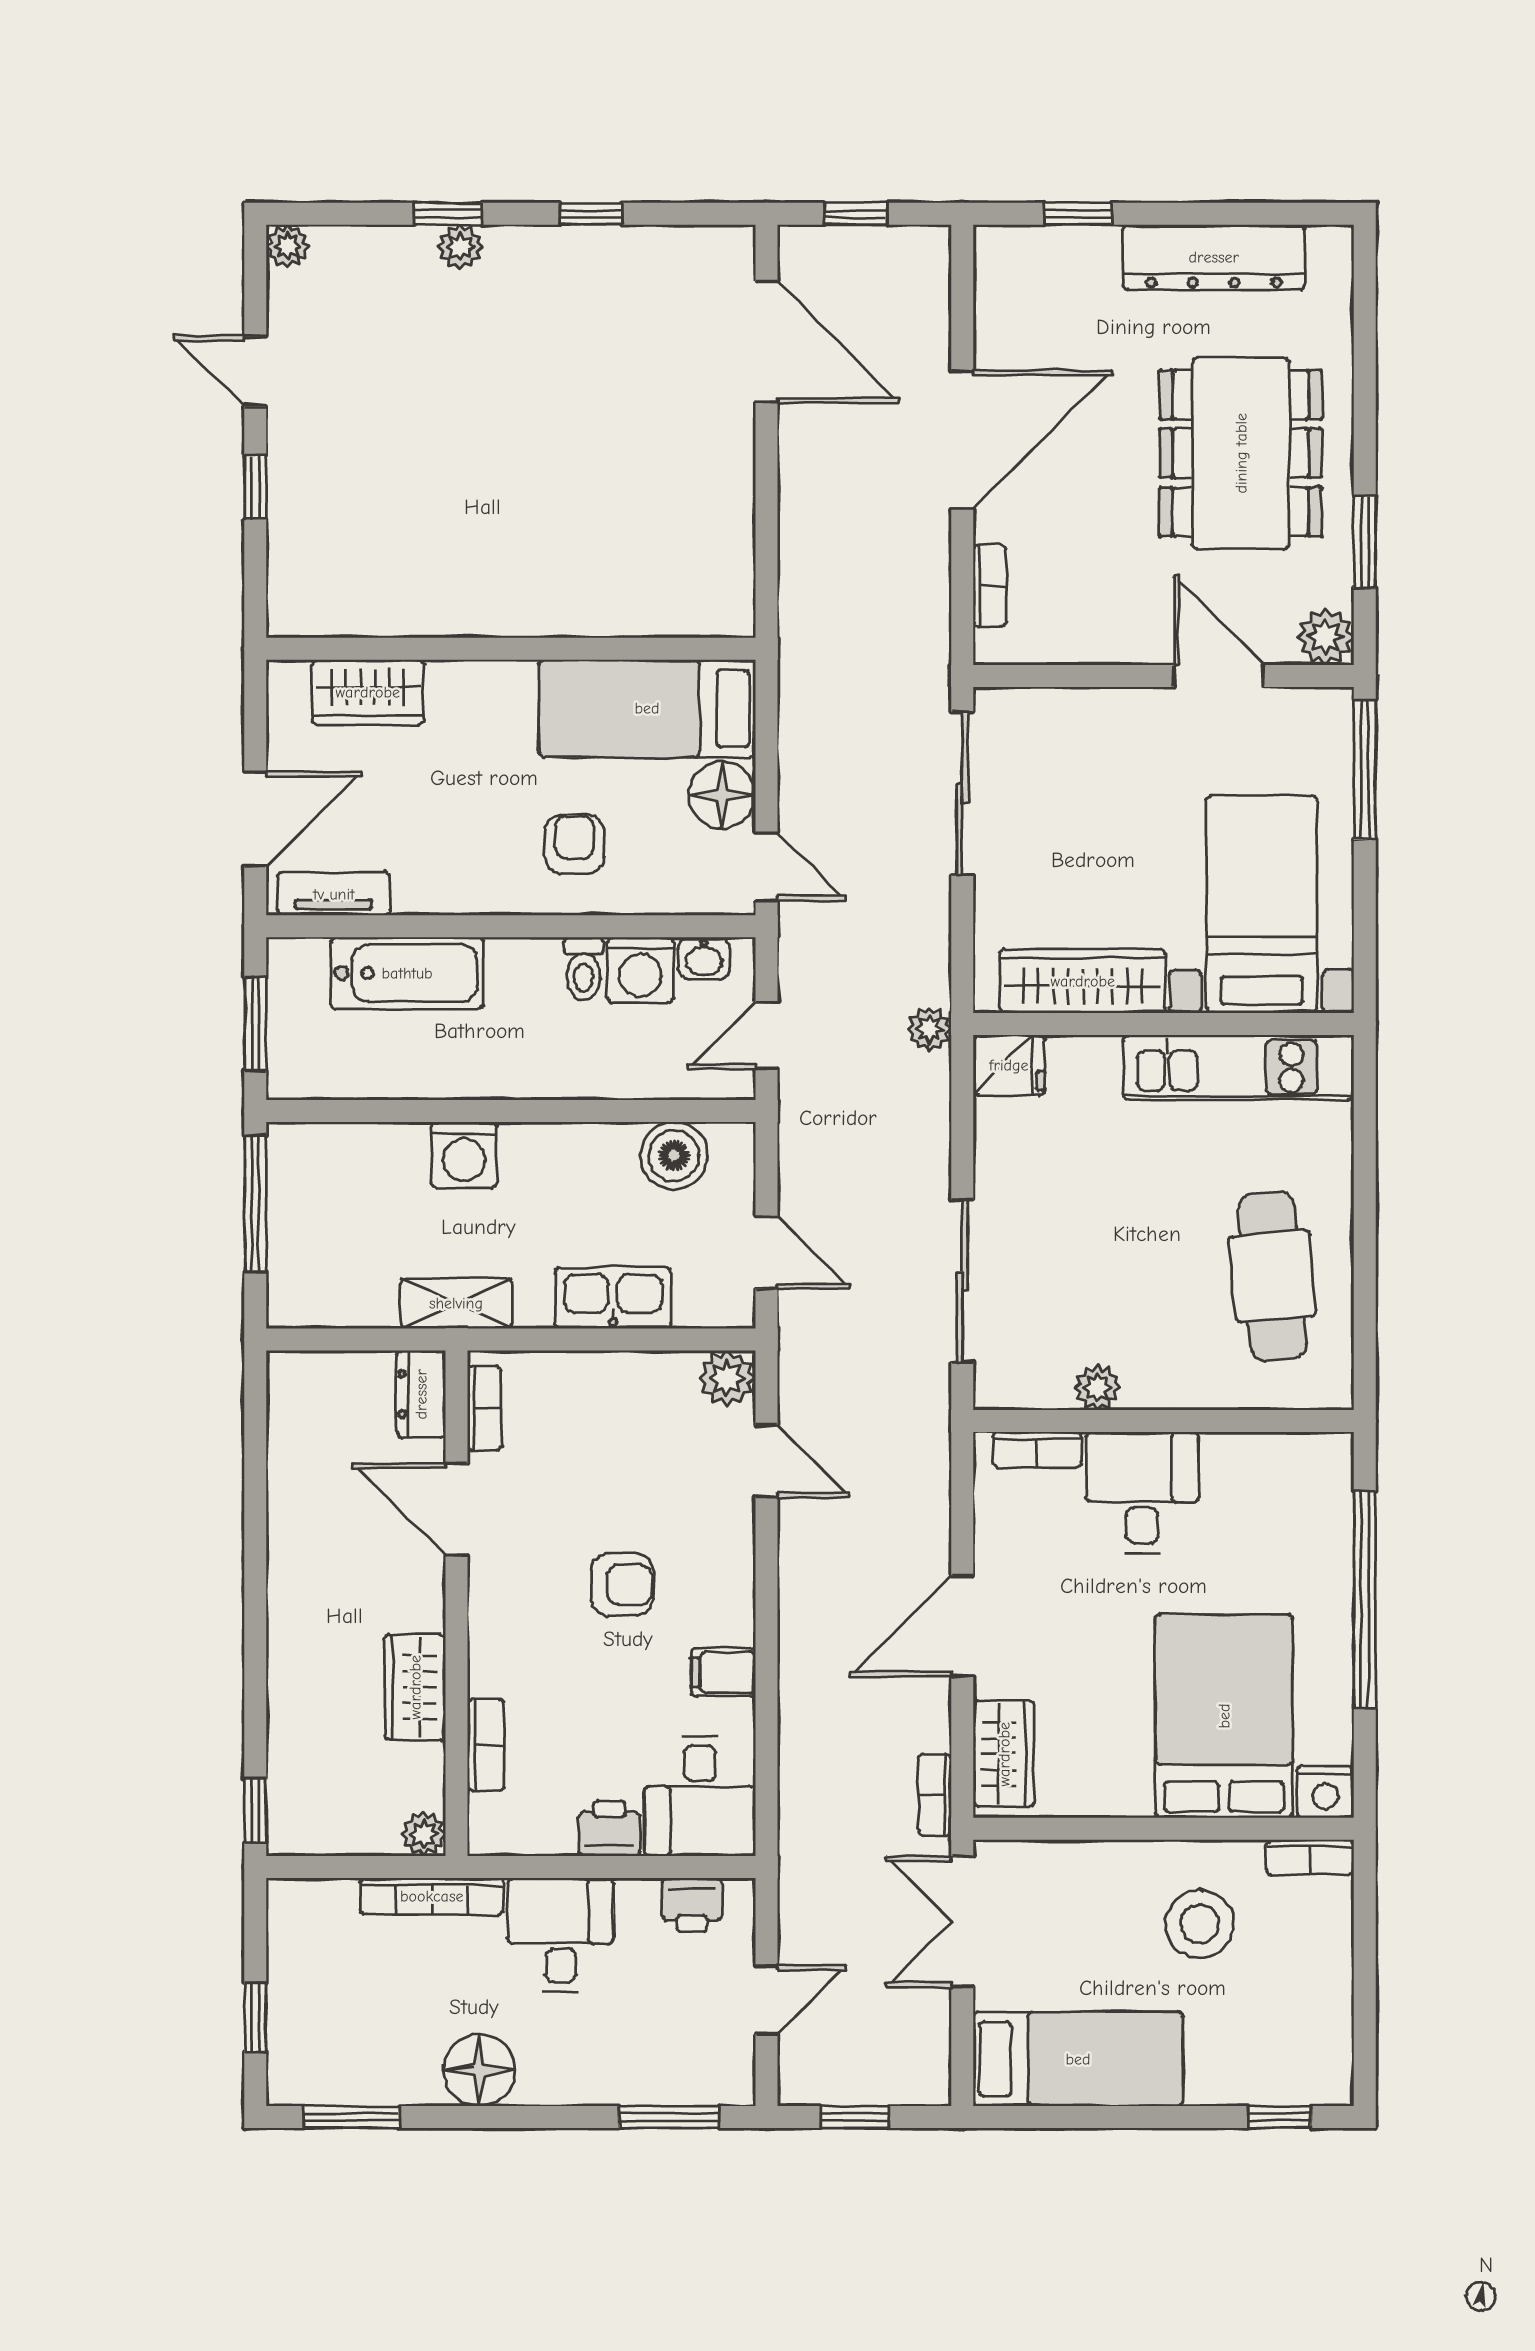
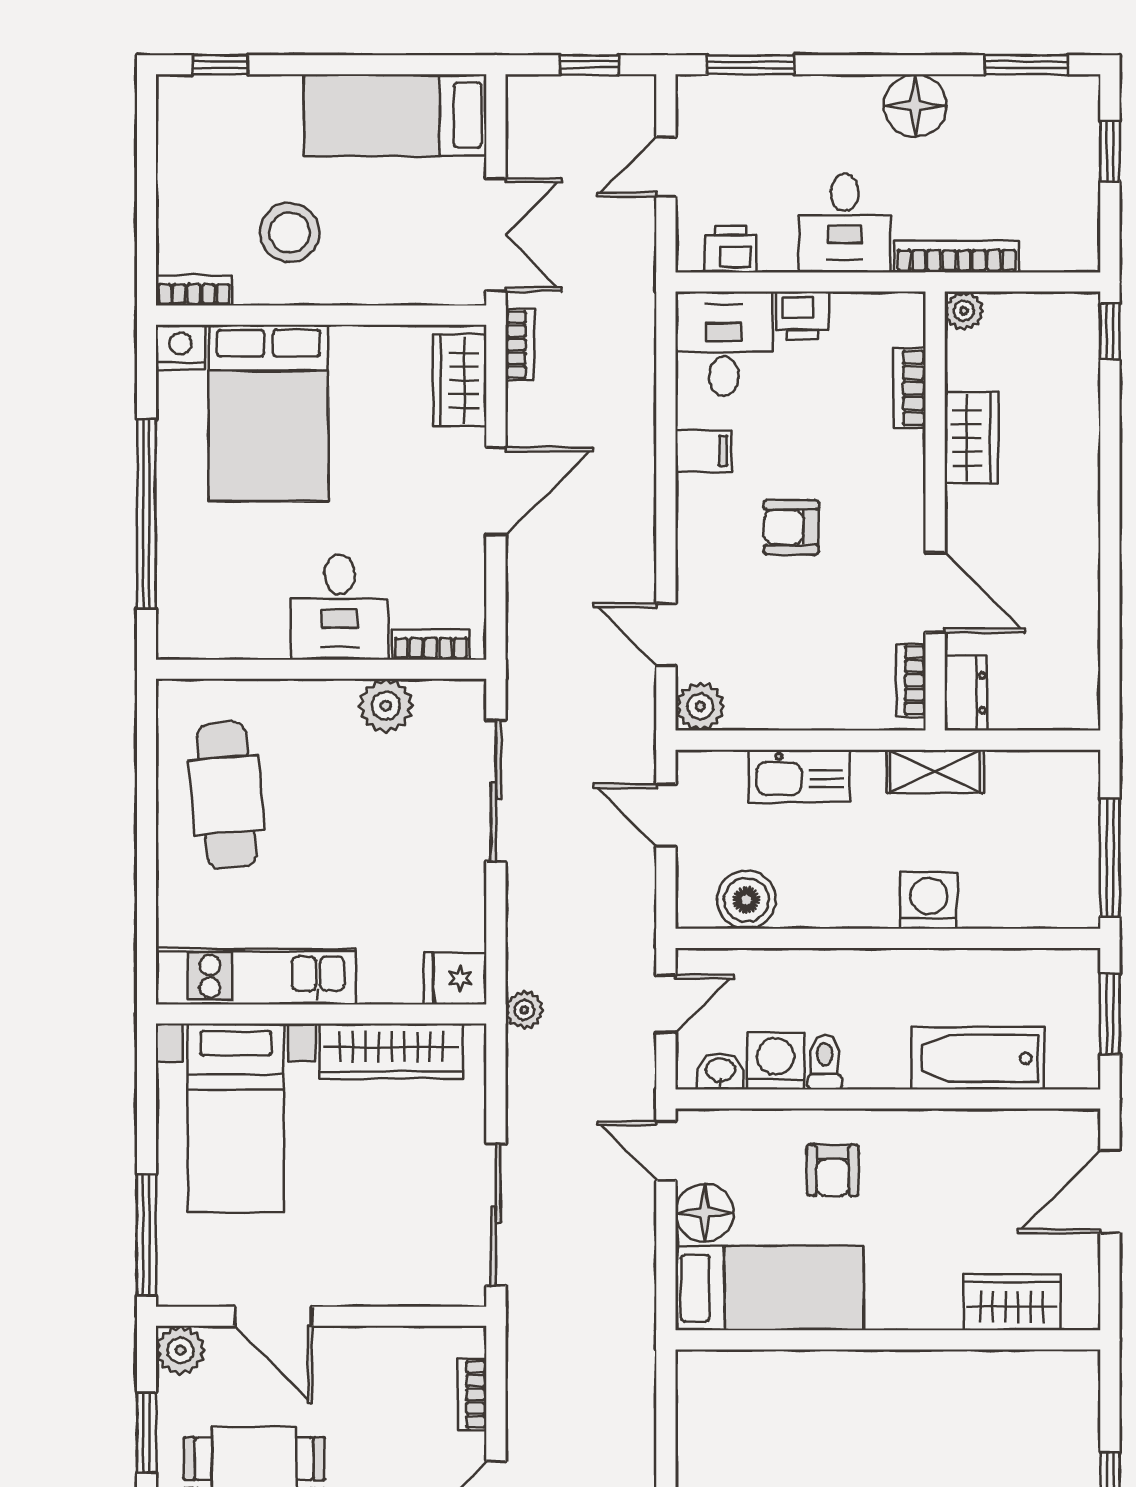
tv unit: (334, 894) -> (1042, 1127), removed
plant: (1097, 1388) -> (386, 706), width x1.38, depth x1.38

